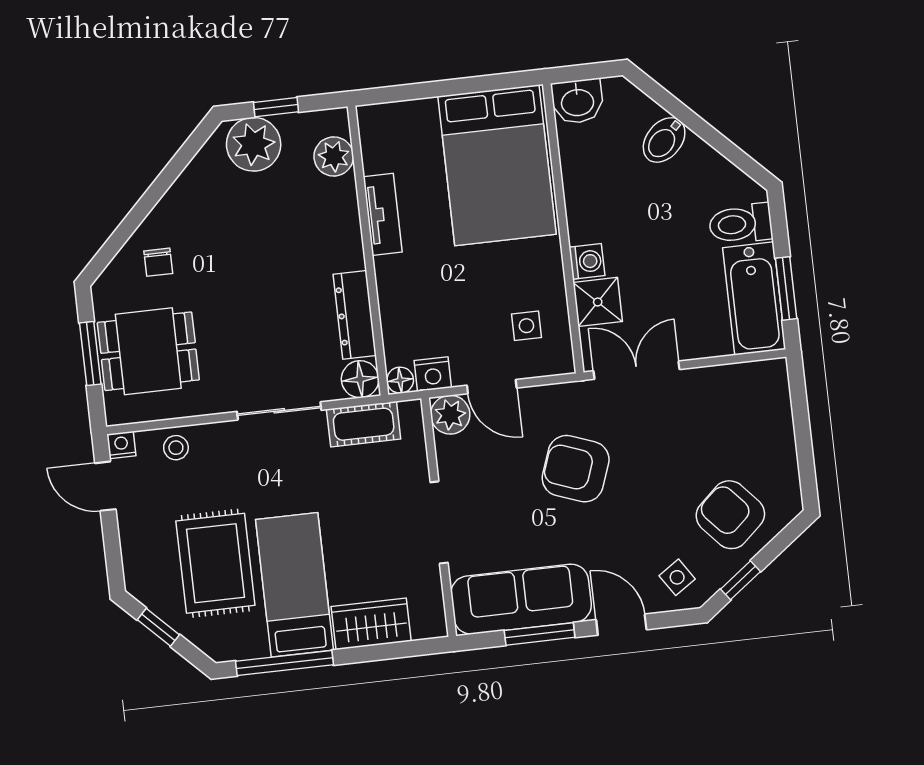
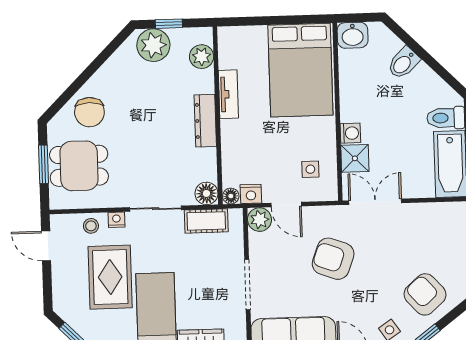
chair: (158, 262) -> (89, 112), width x1.87, depth x1.87
dresser: (355, 315) -> (205, 121), moved
nightstand: (121, 445) -> (116, 220), moved
rug: (215, 563) -> (110, 277), moved

